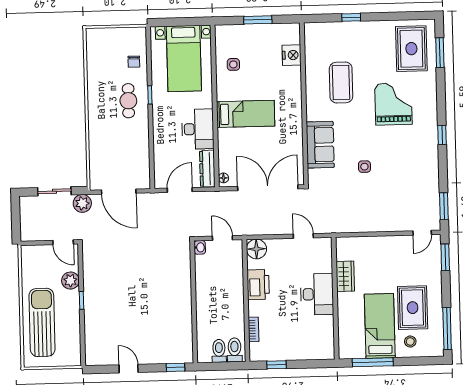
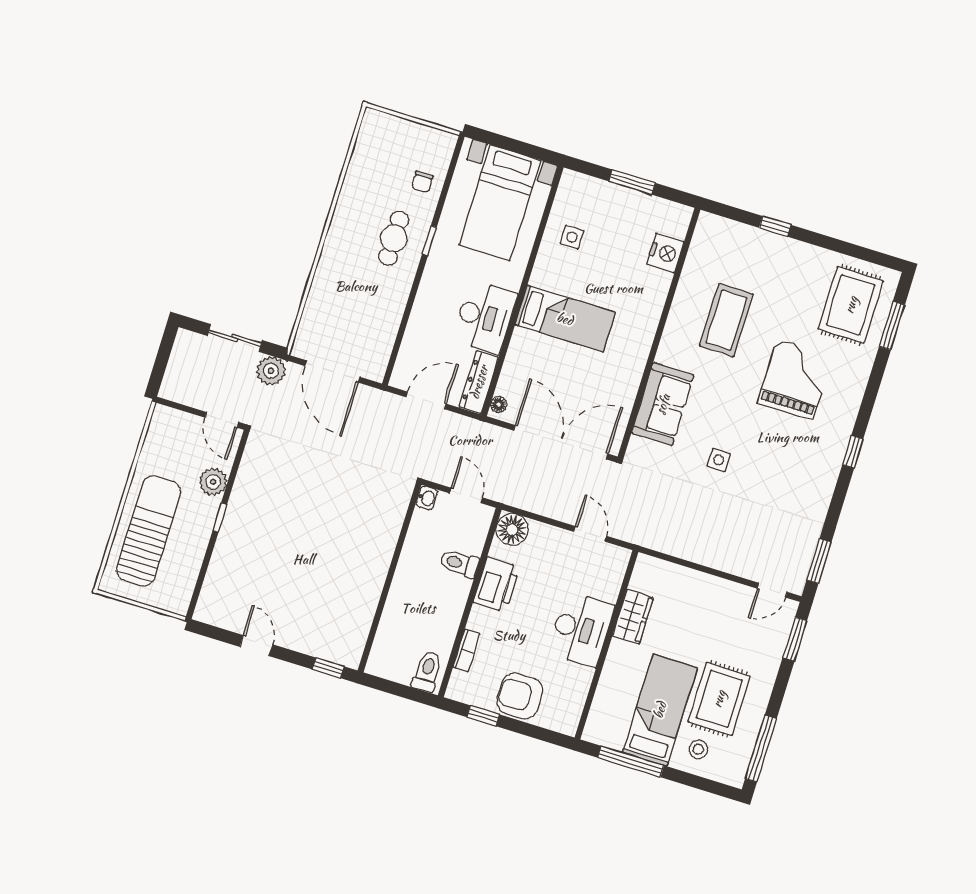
armchair: (294, 346) -> (520, 696), added
toilet: (219, 351) -> (459, 563), moved, turned -90

